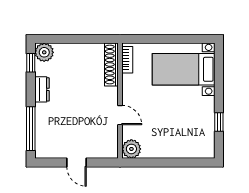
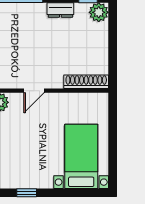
bookcase: (127, 60) -> (91, 98), removed

